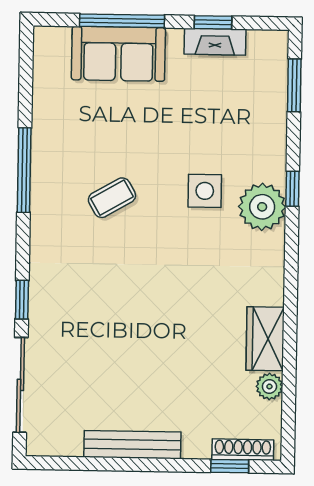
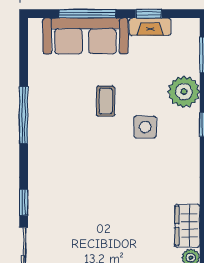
sofa: (118, 54) -> (85, 36), width x1.36
coffee table: (112, 198) -> (106, 101), moved, turned -60
plant: (262, 207) -> (184, 92), moved

